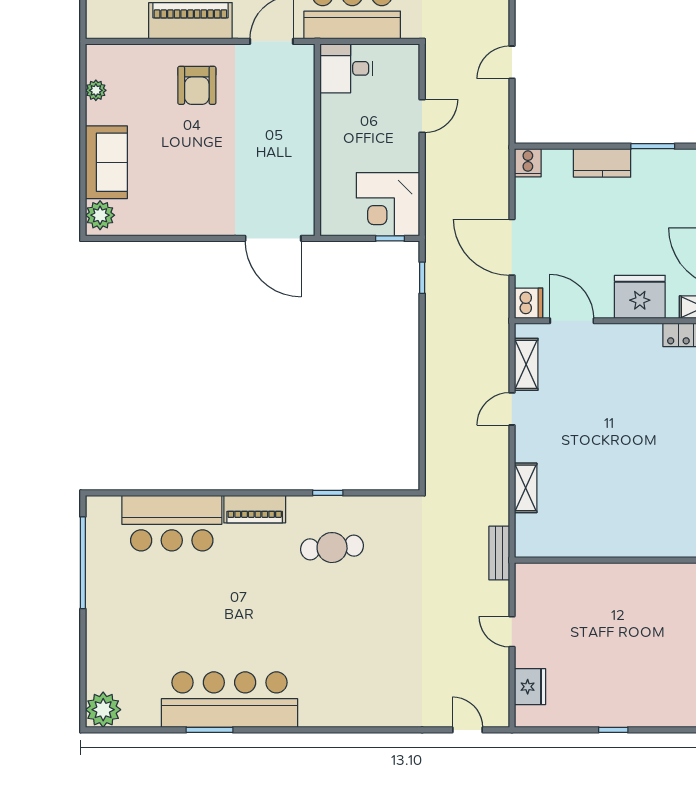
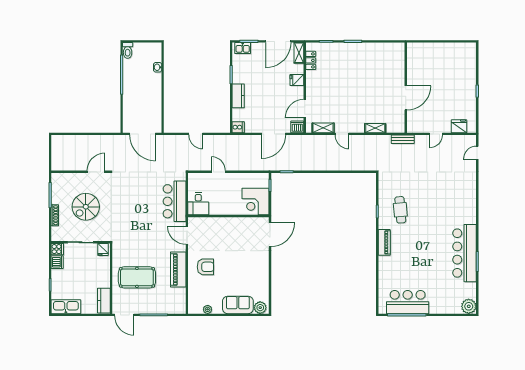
corner desk: (388, 204) -> (256, 202), moved, turned 90
fridge: (640, 297) -> (297, 80), width x0.53, depth x0.75
bar counter: (172, 523) -> (408, 302), moved, turned -90
door: (597, 560) -> (406, 98), added

